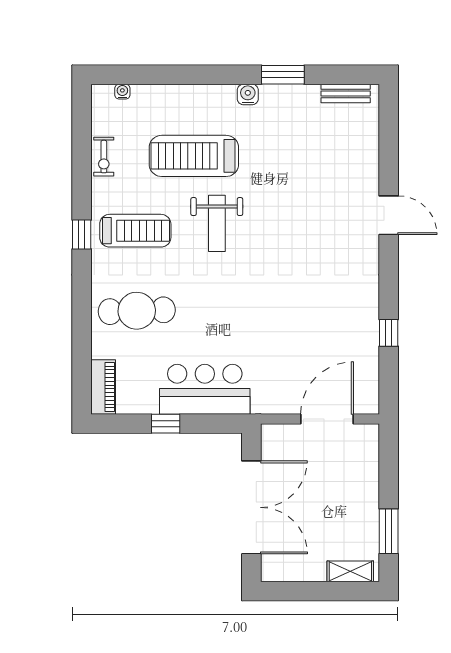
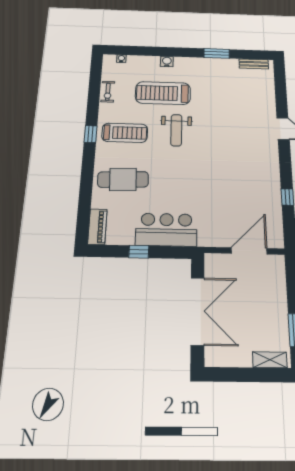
water cooler: (248, 94) -> (167, 62), moved

